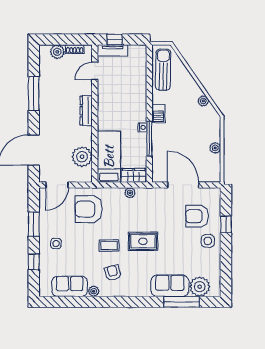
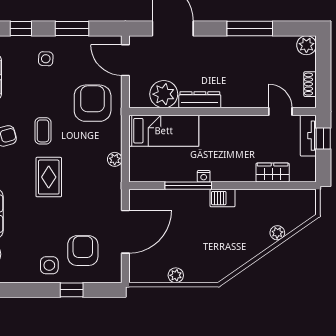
plant: (57, 52) -> (306, 45), moved
sun lounger: (163, 70) -> (282, 204), removed
plant: (203, 101) -> (277, 233), moved
dresser: (86, 111) -> (200, 100), moved
wardrobe: (134, 175) -> (273, 173), moved, turned -90

